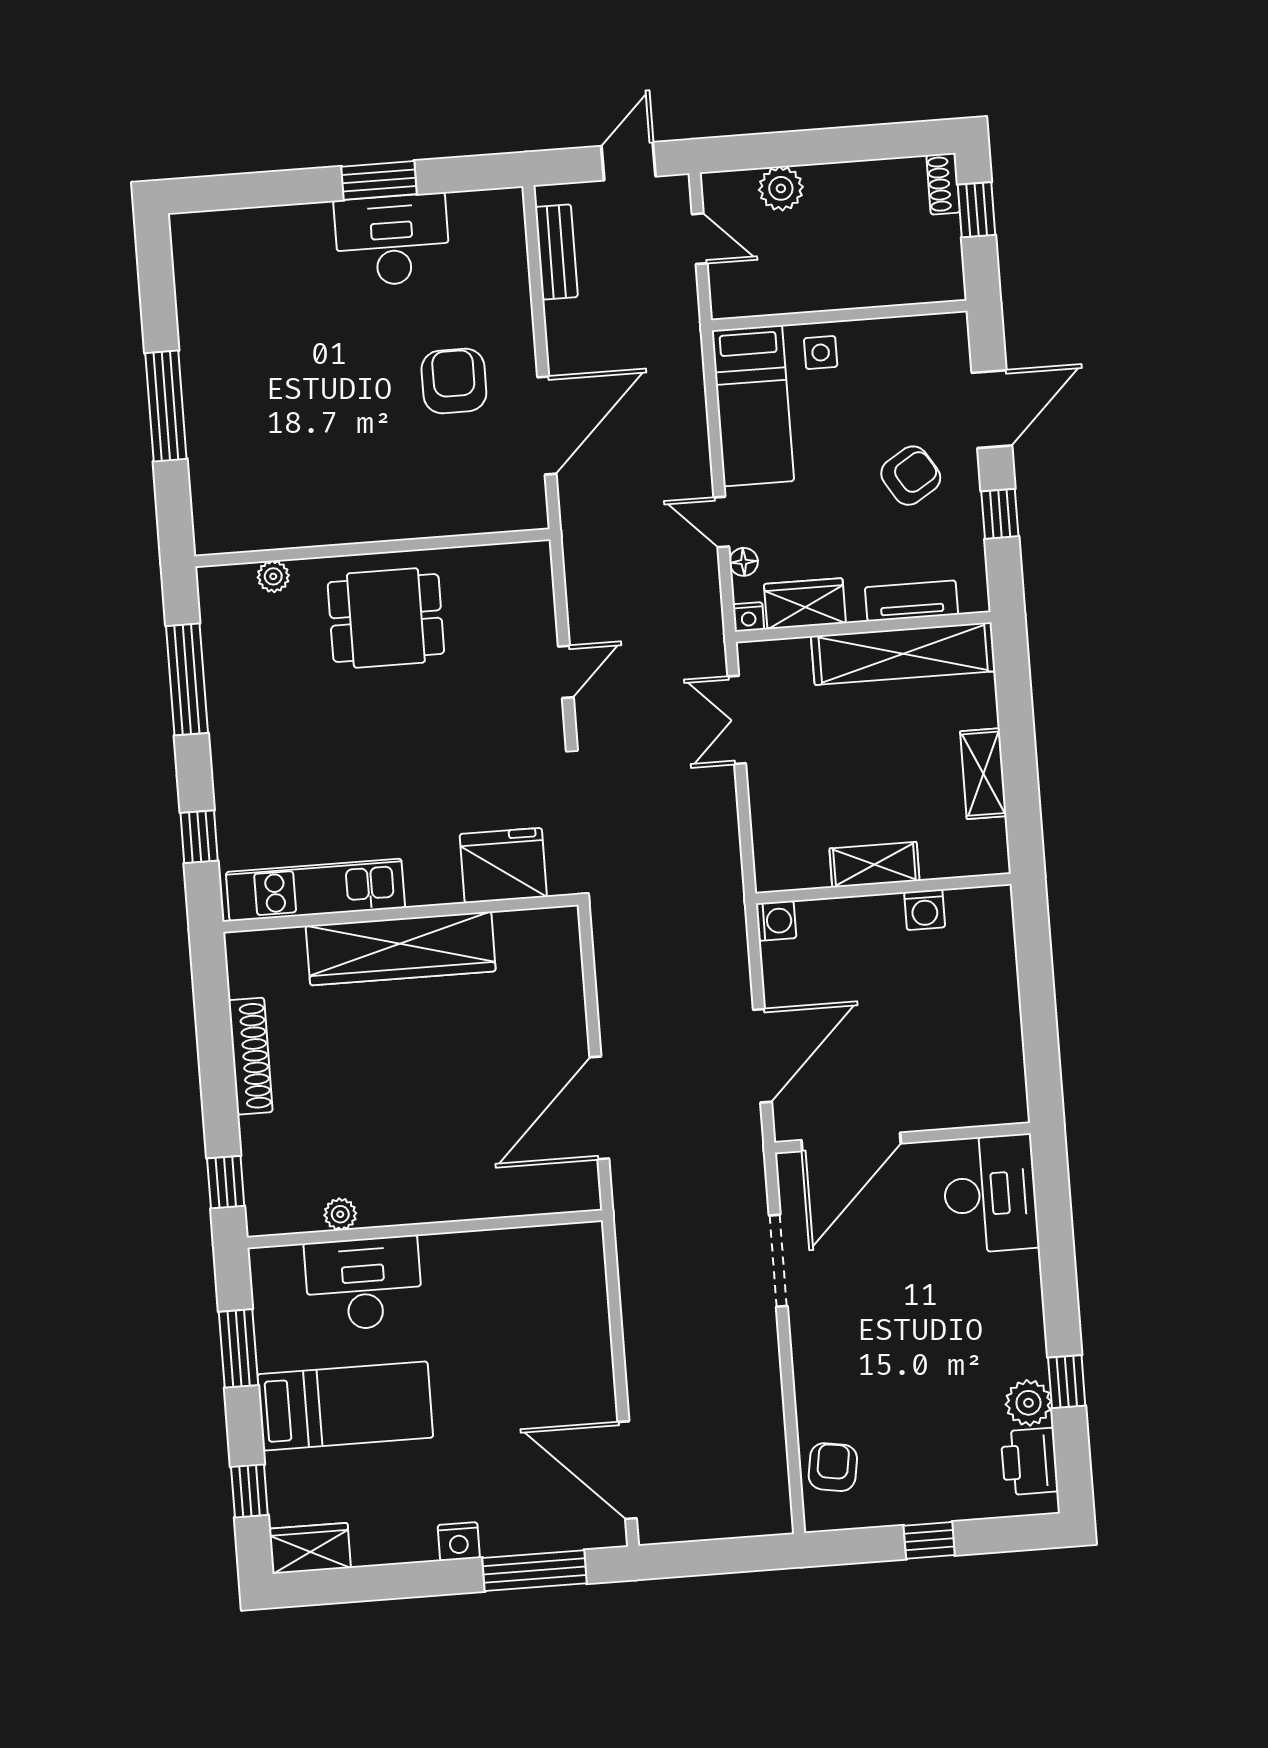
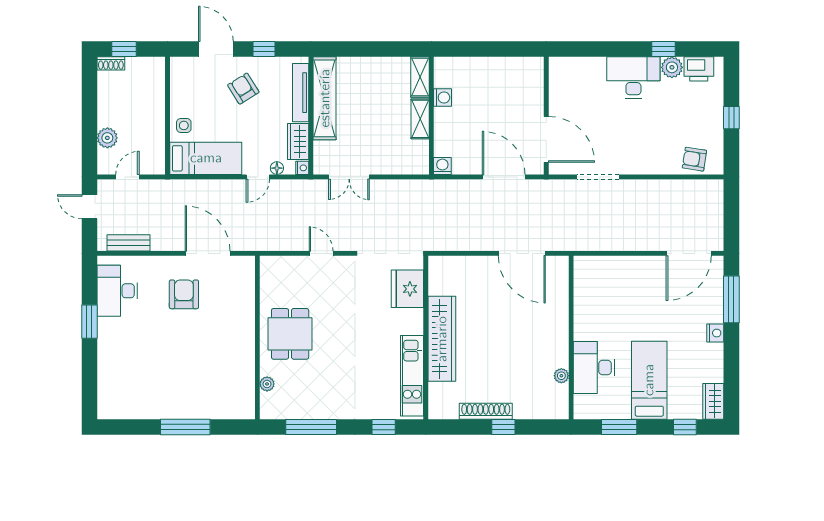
desk: (392, 240) -> (117, 291), moved
armchair: (454, 381) -> (184, 294), turned 90
tv unit: (912, 601) -> (301, 93), width x1.41
shelving: (983, 774) -> (420, 77), moved, turned 90
window: (226, 1182) -> (503, 427), moved
desk: (990, 1194) -> (633, 77), moved

